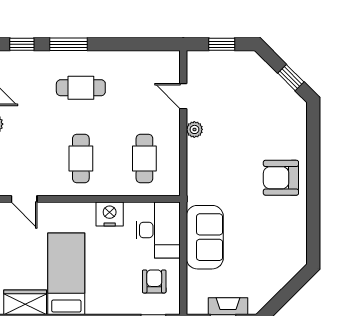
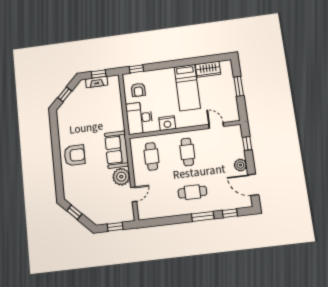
door: (183, 96) -> (134, 194), hinge flipped
plant: (194, 129) -> (121, 177), width x1.88, depth x1.88
sofa: (205, 237) -> (117, 150), moved
window: (289, 291) -> (65, 94), added

